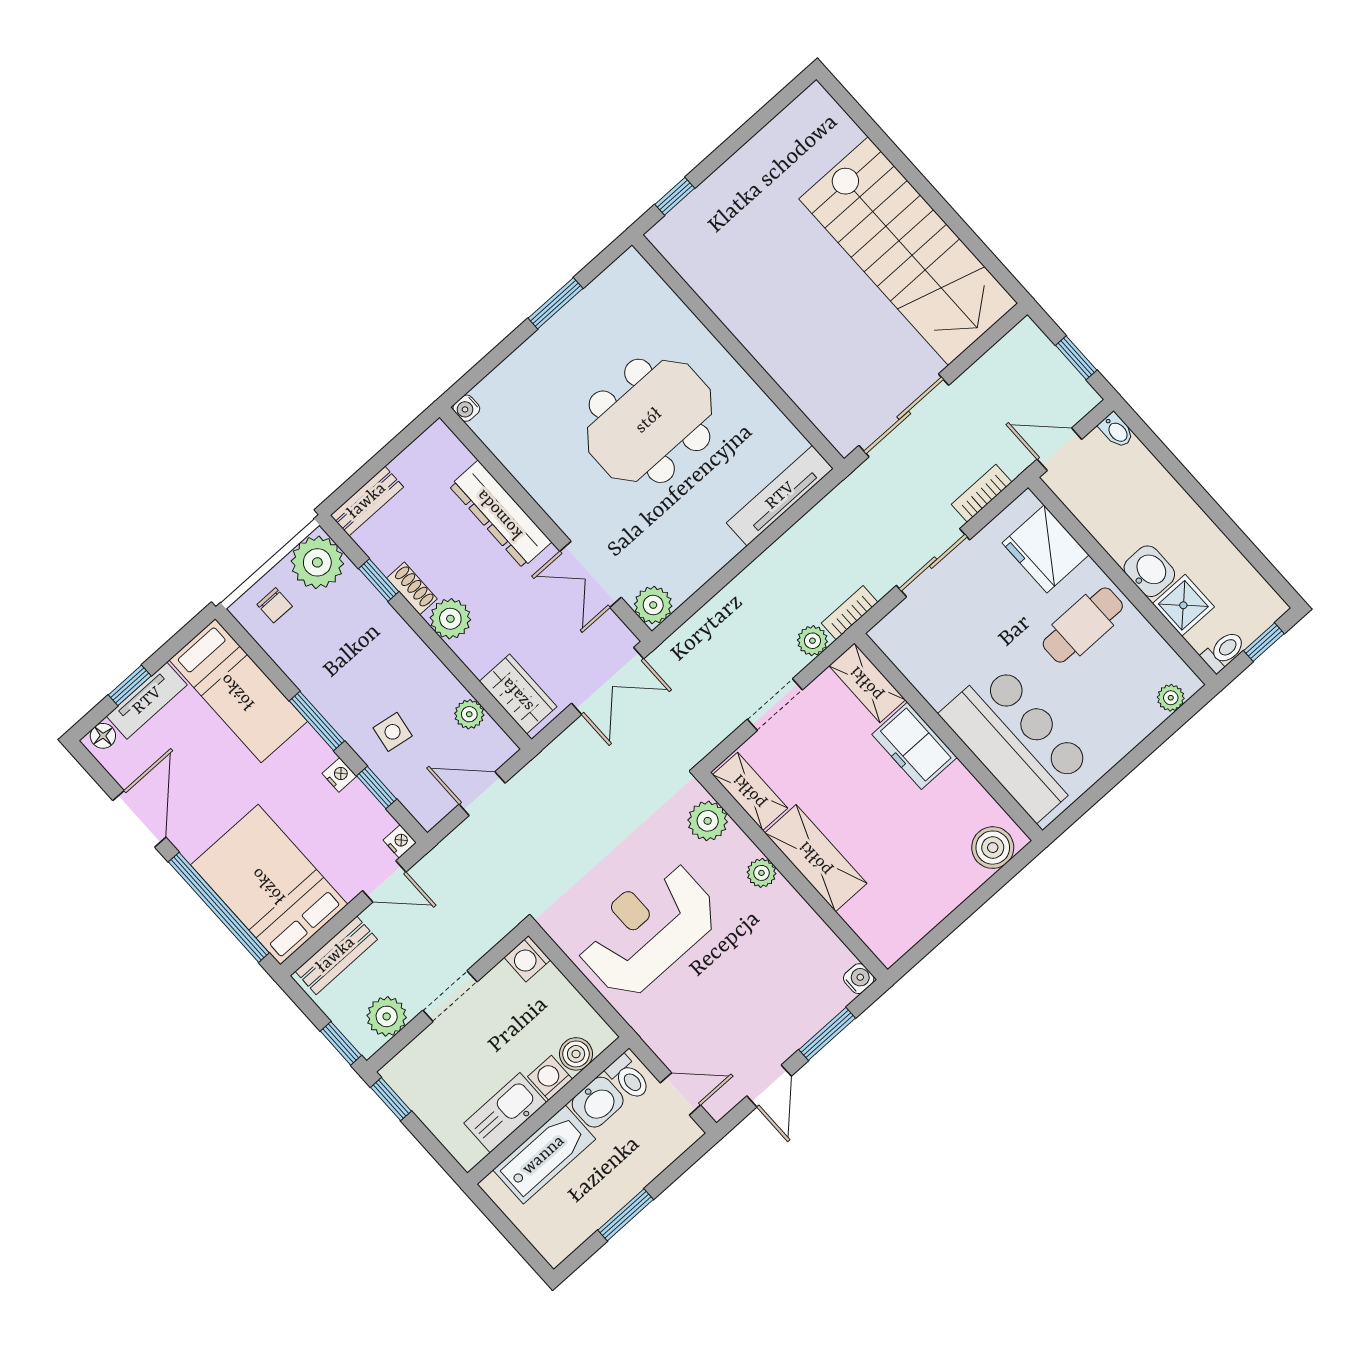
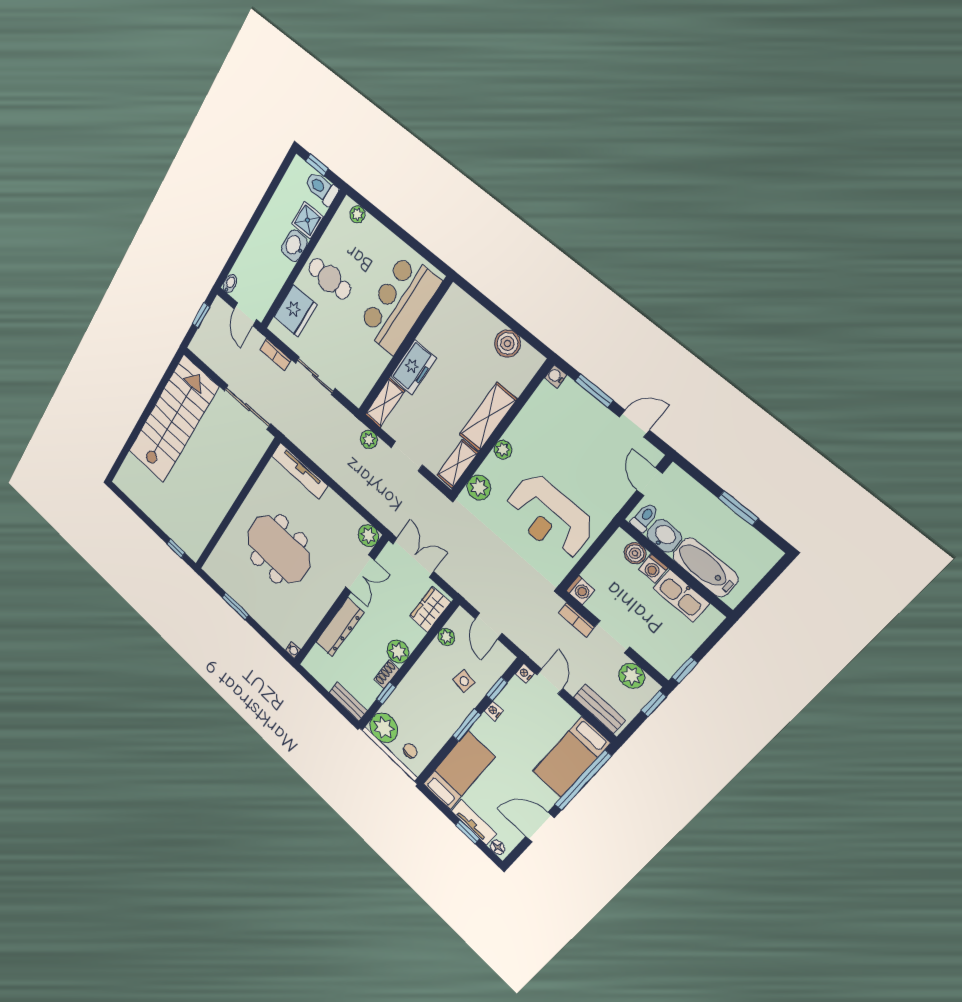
bookcase: (850, 613) -> (576, 620), moved
toilet: (1223, 651) -> (322, 188), width x1.37, depth x1.39
boiler: (993, 848) -> (507, 343), moved
bed: (269, 885) -> (571, 757), width x0.67

